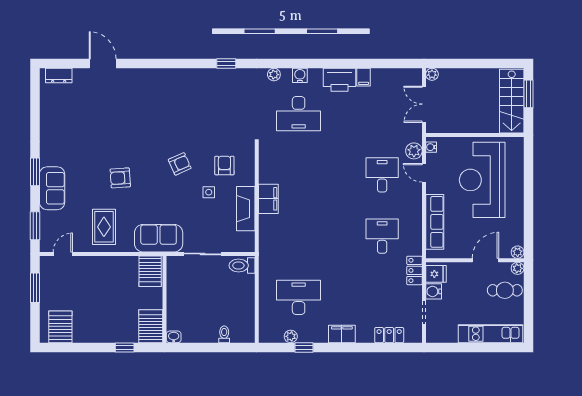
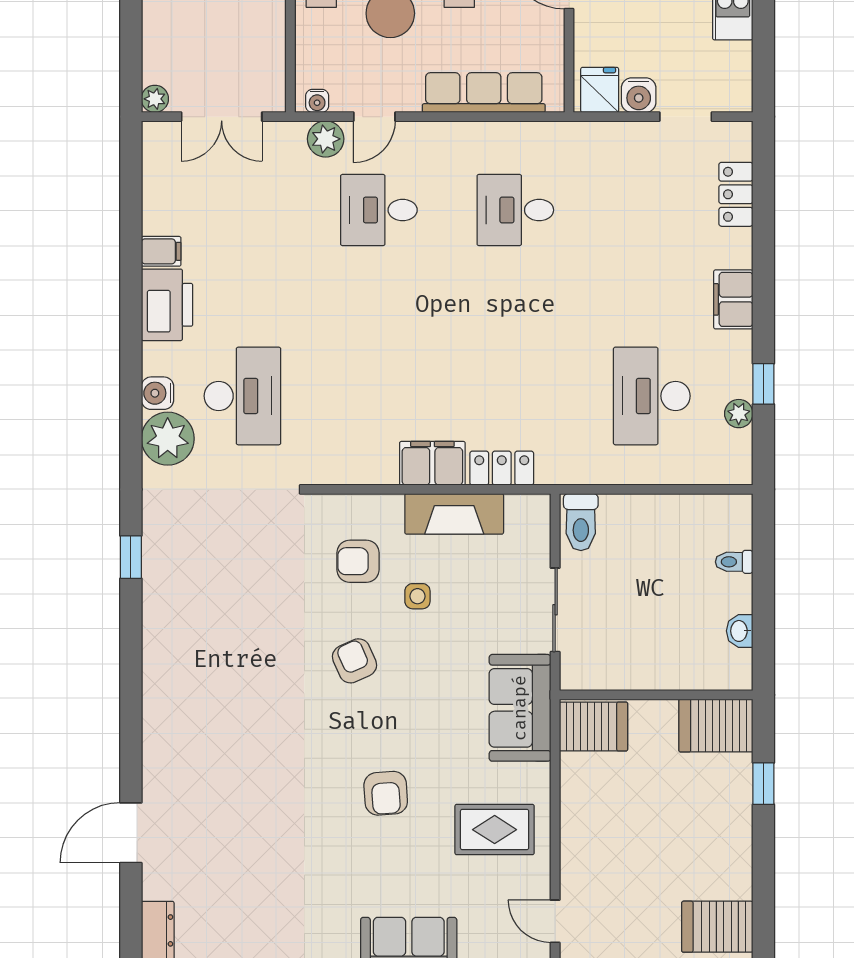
plant: (274, 75) -> (168, 439), width x1.87, depth x1.87
locker: (414, 270) -> (502, 468), moved, turned 180
washbasin: (174, 337) -> (740, 631), moved

